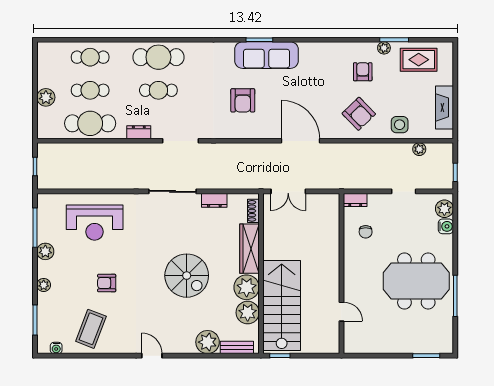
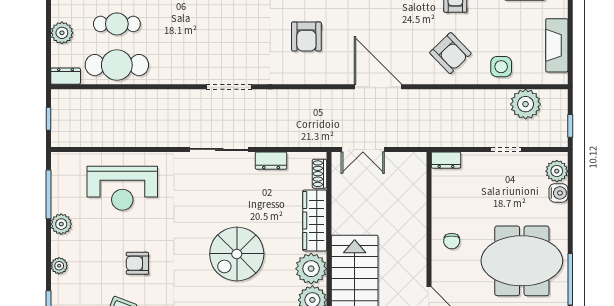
cafe table: (158, 90) -> (202, 24), removed
dresser: (139, 132) -> (66, 76), moved
plant: (419, 149) -> (526, 104), width x1.88, depth x1.88
chair: (366, 232) -> (452, 241), moved
spiral stairs: (187, 276) -> (237, 254), turned 90

